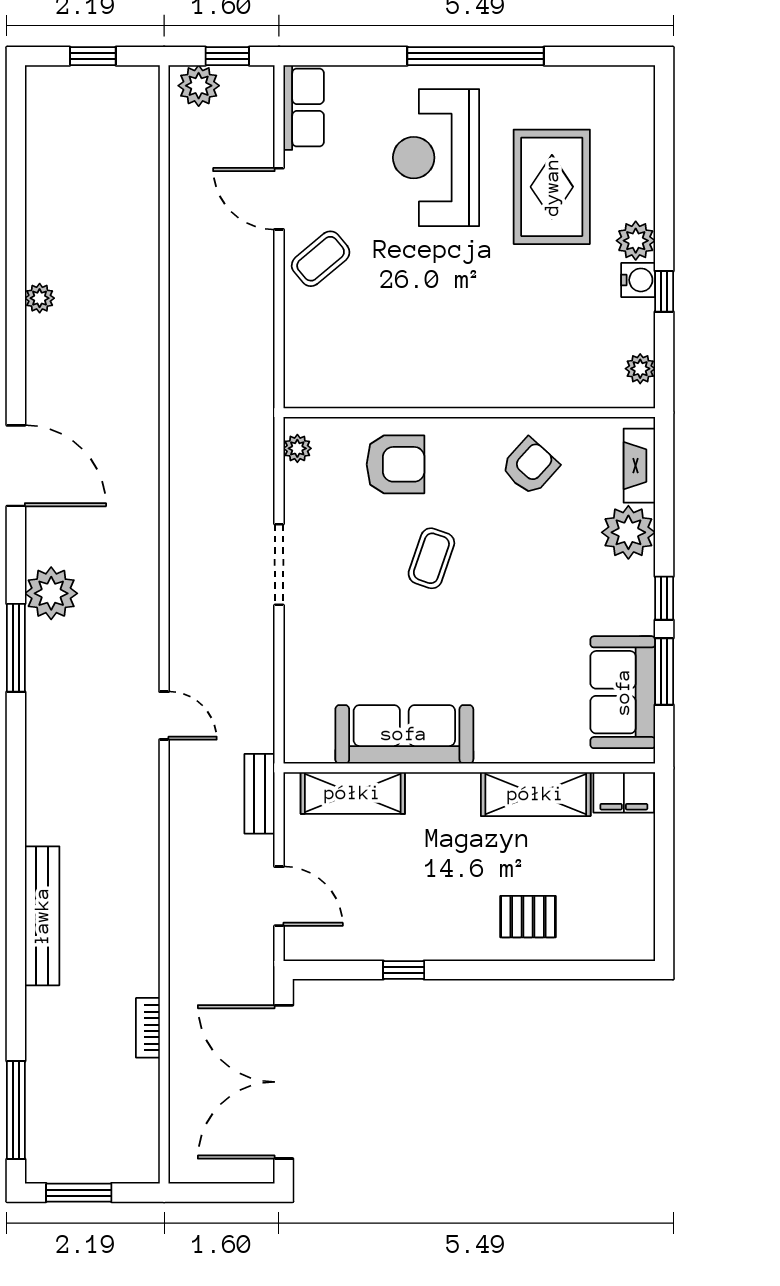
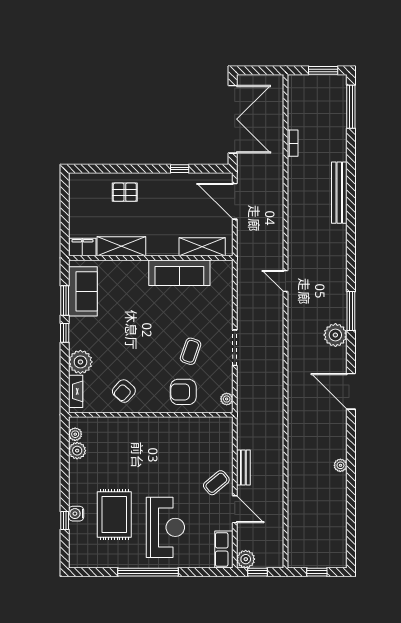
plant: (199, 86) -> (246, 559), moved
plant: (636, 241) -> (77, 451), moved
water cooler: (638, 280) -> (76, 514), moved
window: (664, 291) -> (65, 520), moved
coffee table: (431, 558) -> (191, 351), moved
bench: (259, 794) -> (243, 468), moved
door: (279, 896) -> (235, 201), width x1.36

